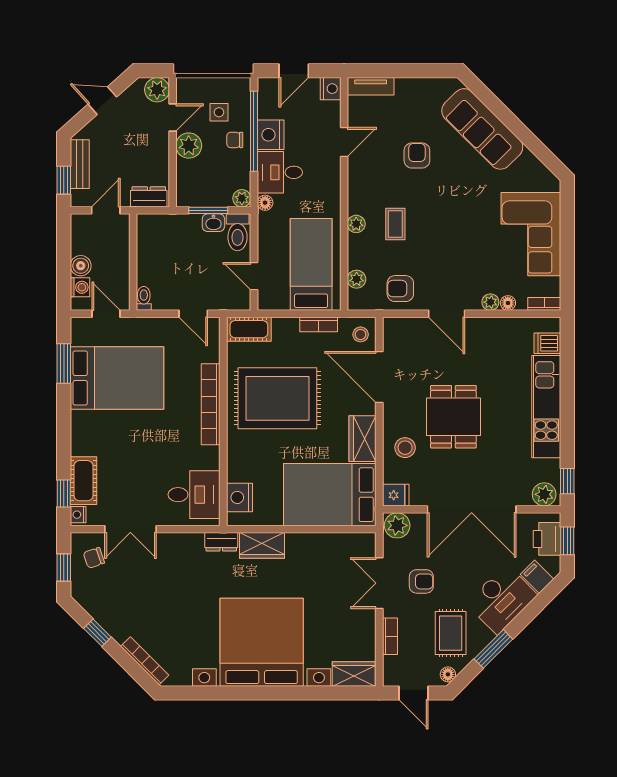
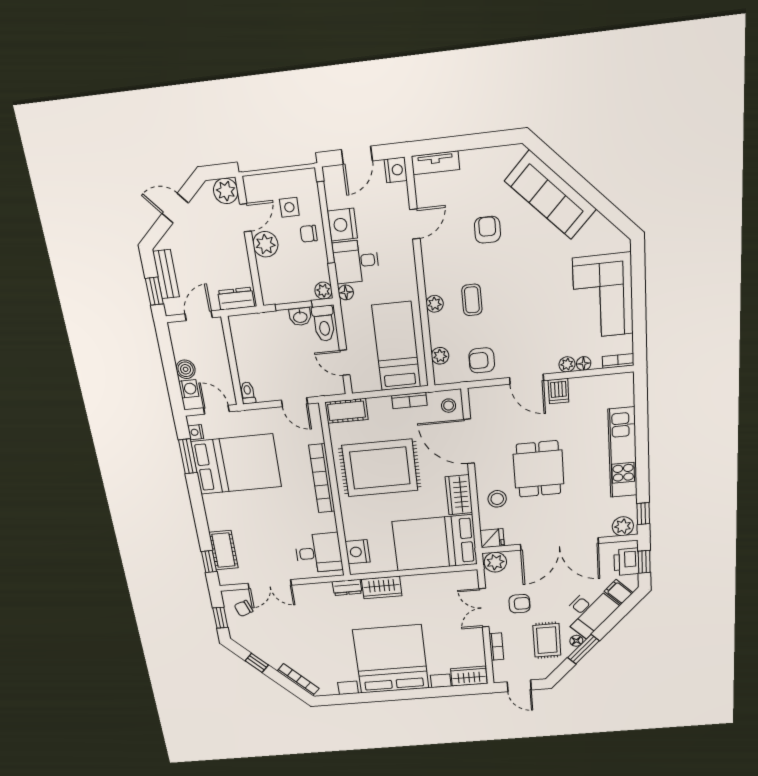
dishwasher: (547, 343) -> (558, 391), moved, turned -90
nightstand: (78, 515) -> (196, 432), moved
floor lamp: (448, 674) -> (576, 641), moved

